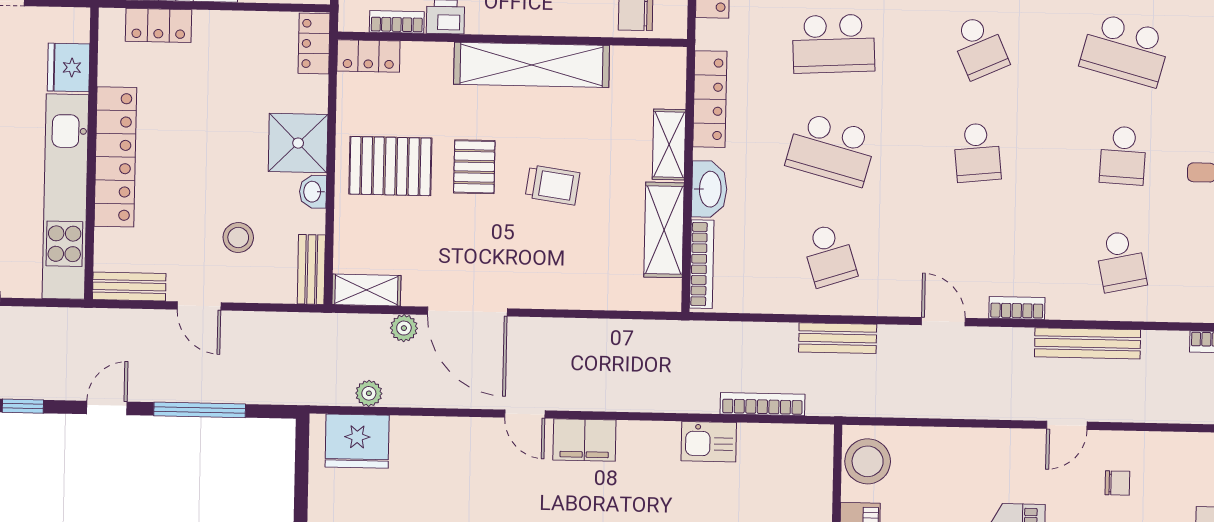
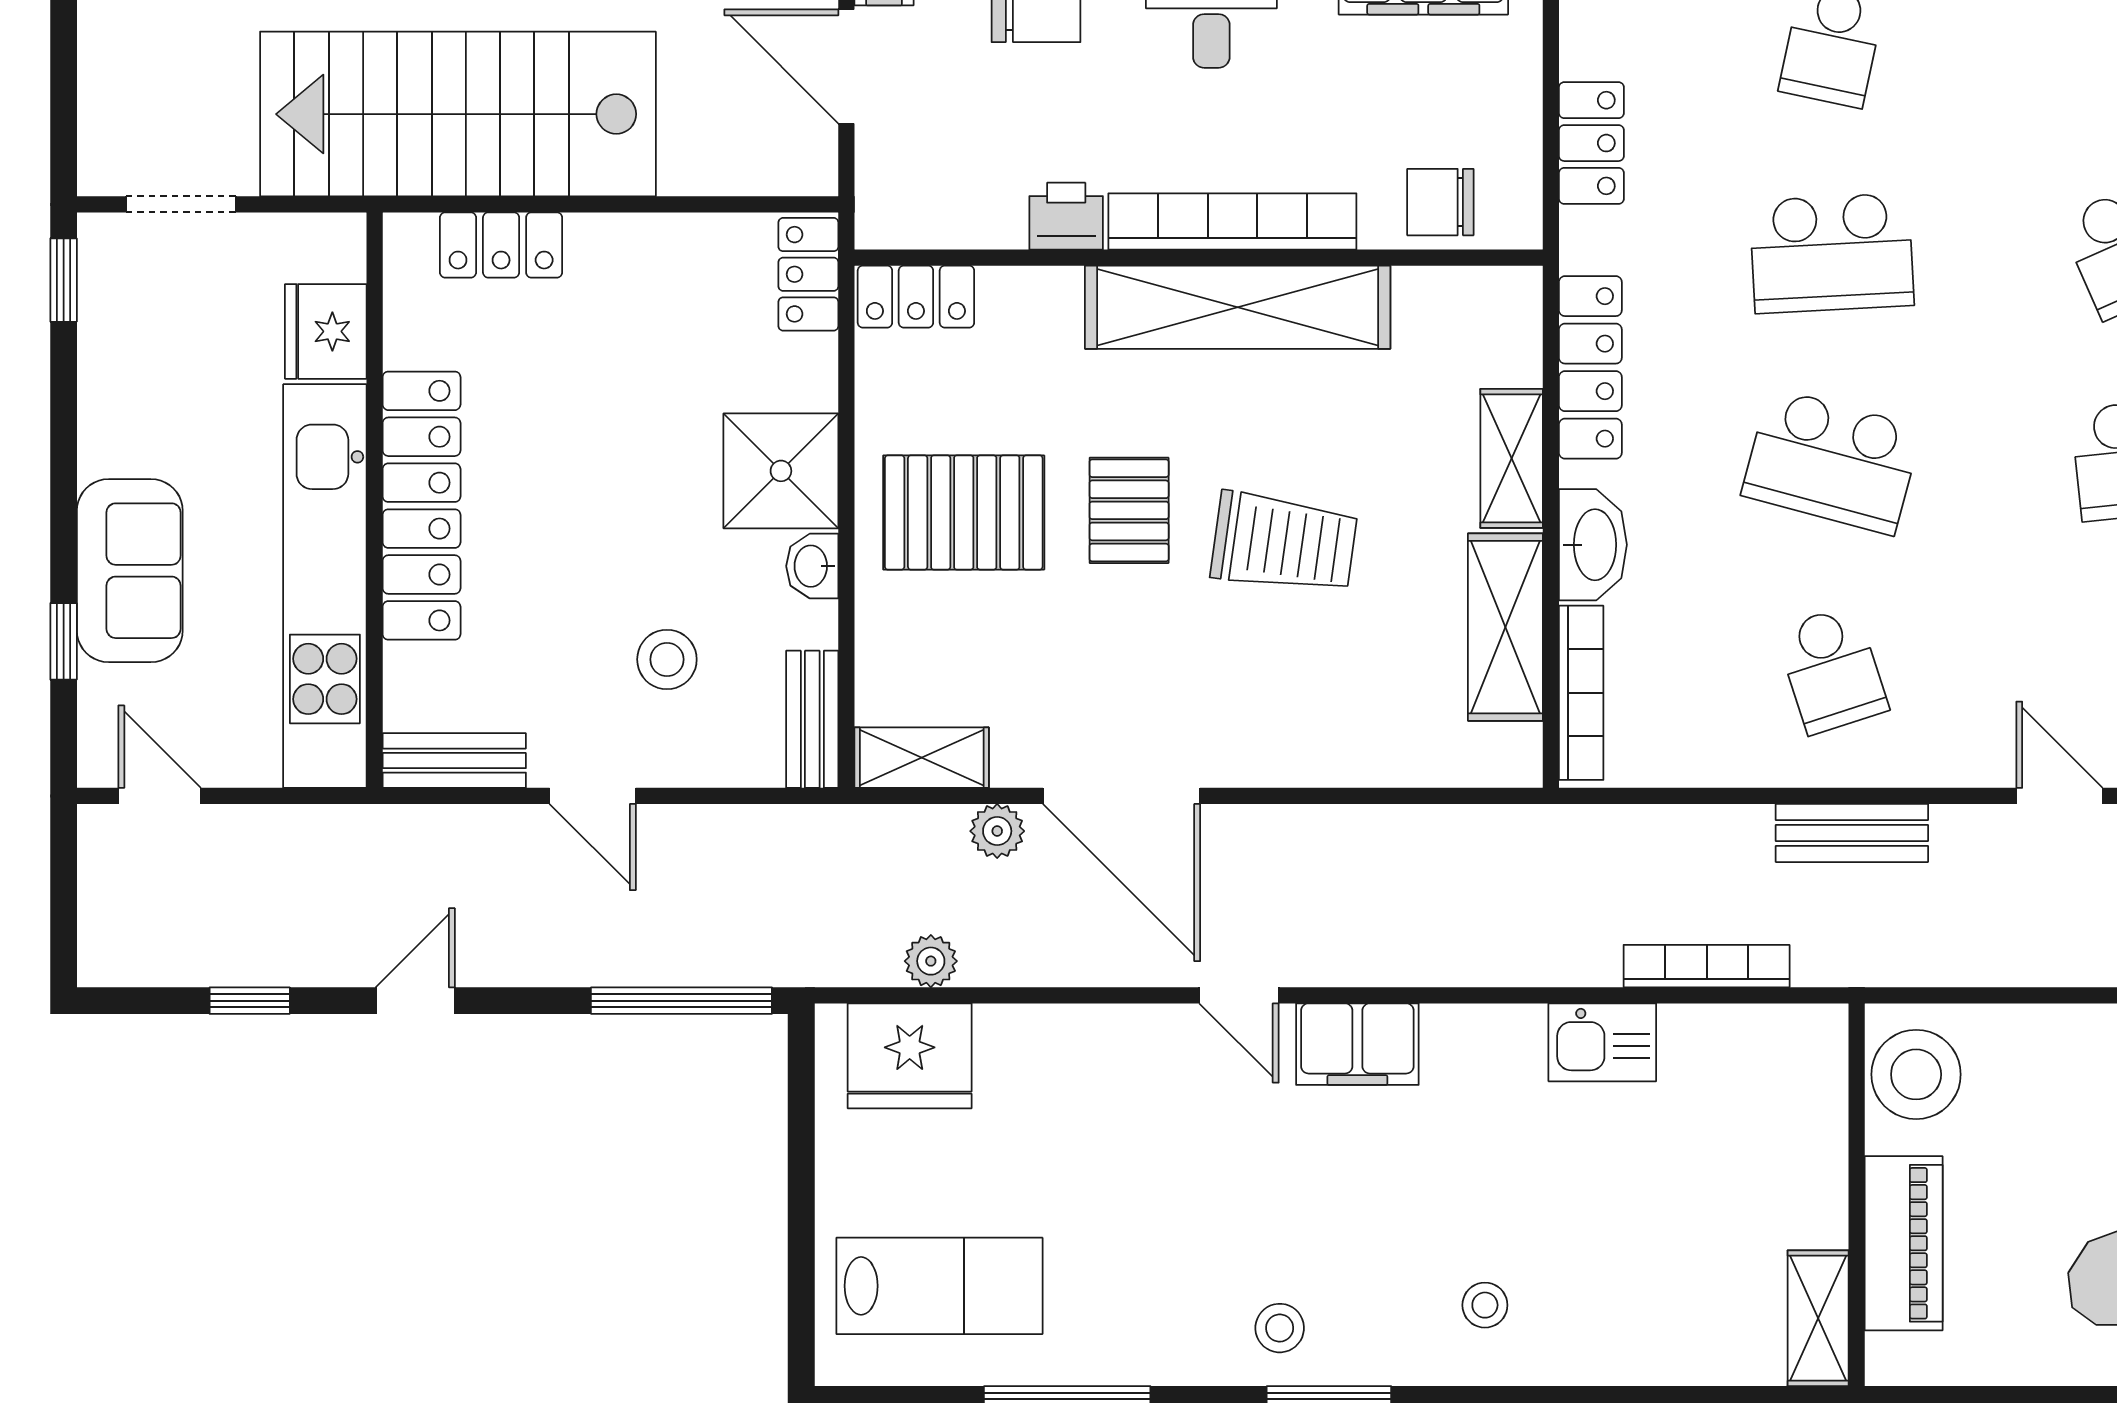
bookcase: (397, 22) -> (1232, 221), moved, width x2.31, depth x1.31
trolley: (553, 185) -> (1284, 543), width x1.36, depth x1.39
window: (200, 410) -> (681, 1001), moved

